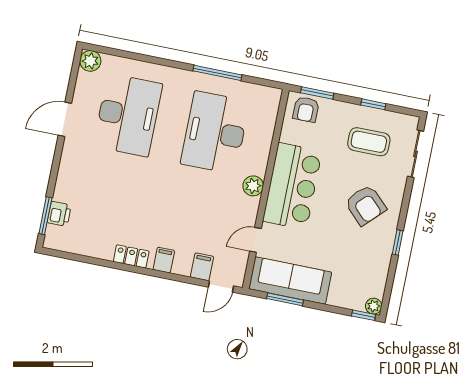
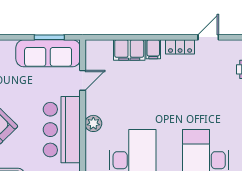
filing cabinet: (202, 267) -> (129, 50), width x2.00
door: (221, 286) -> (208, 37), moved

